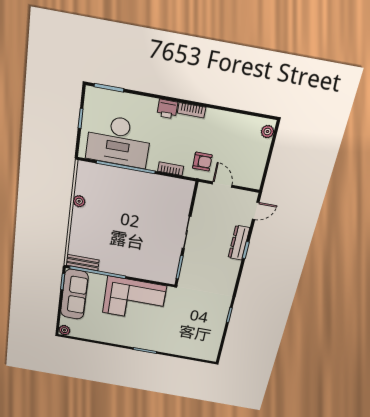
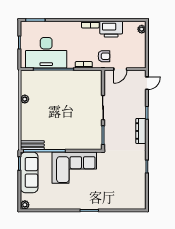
printer: (167, 109) -> (111, 29), moved, width x1.87, depth x1.48
door: (222, 185) -> (120, 69), swing flipped
dresser: (239, 243) -> (141, 131), moved

